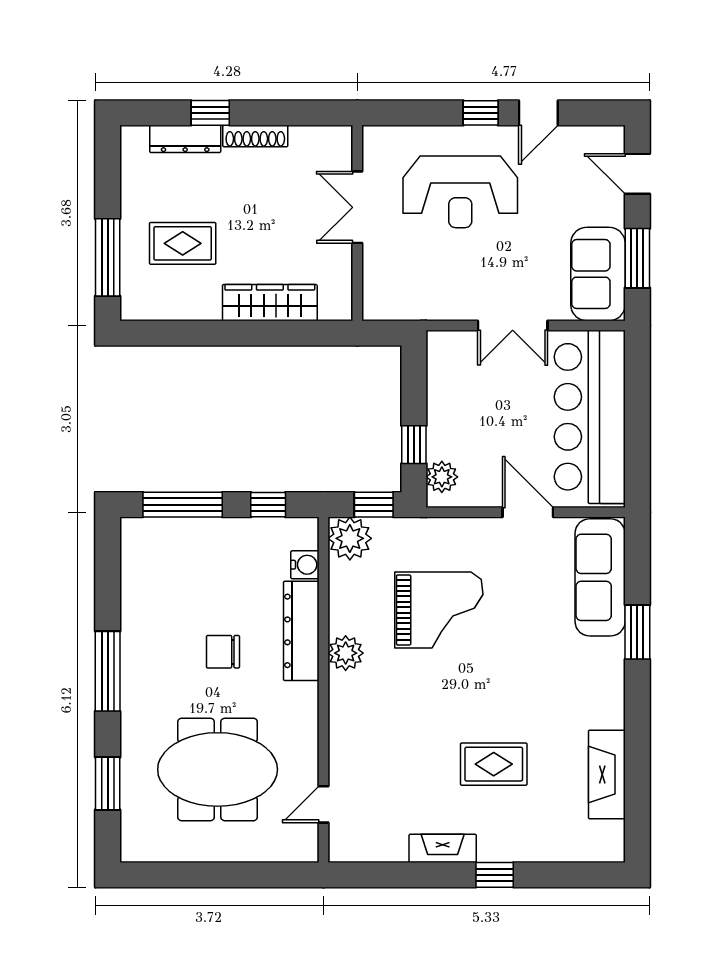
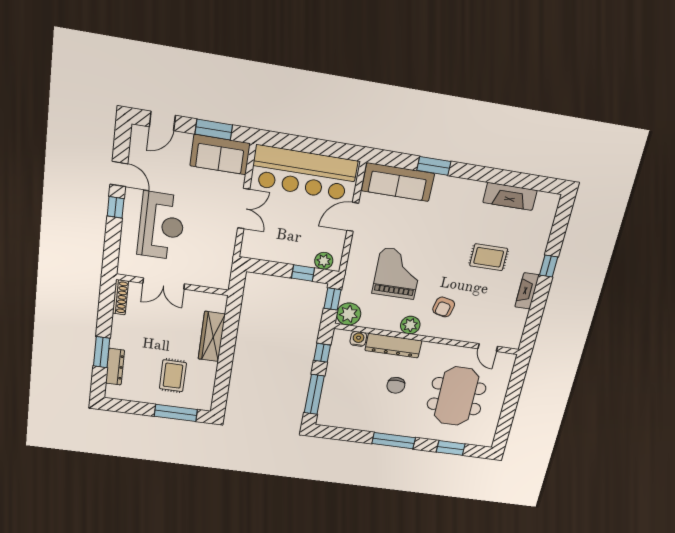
window: (210, 113) -> (102, 352), width x1.50
shoe rack: (255, 136) -> (121, 297), moved
armchair: (389, 706) -> (444, 307), added
rug: (494, 764) -> (489, 257), turned 90

